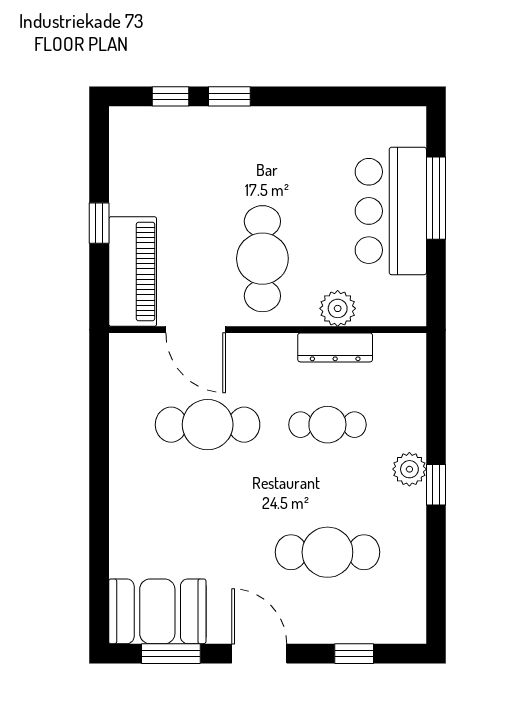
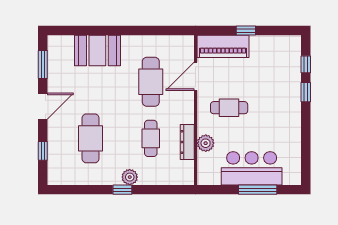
cafe table: (262, 259) -> (229, 108), width x0.73, depth x0.74
booth: (157, 611) -> (97, 51), moved, turned 90

